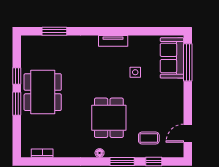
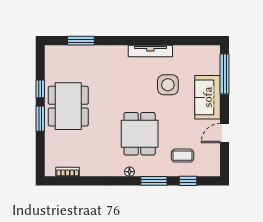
tv unit: (113, 41) -> (150, 51), width x1.41
sofa: (172, 58) -> (208, 97), moved
side table: (135, 72) -> (168, 85), width x1.87, depth x1.87
door: (188, 133) -> (225, 133), moved

